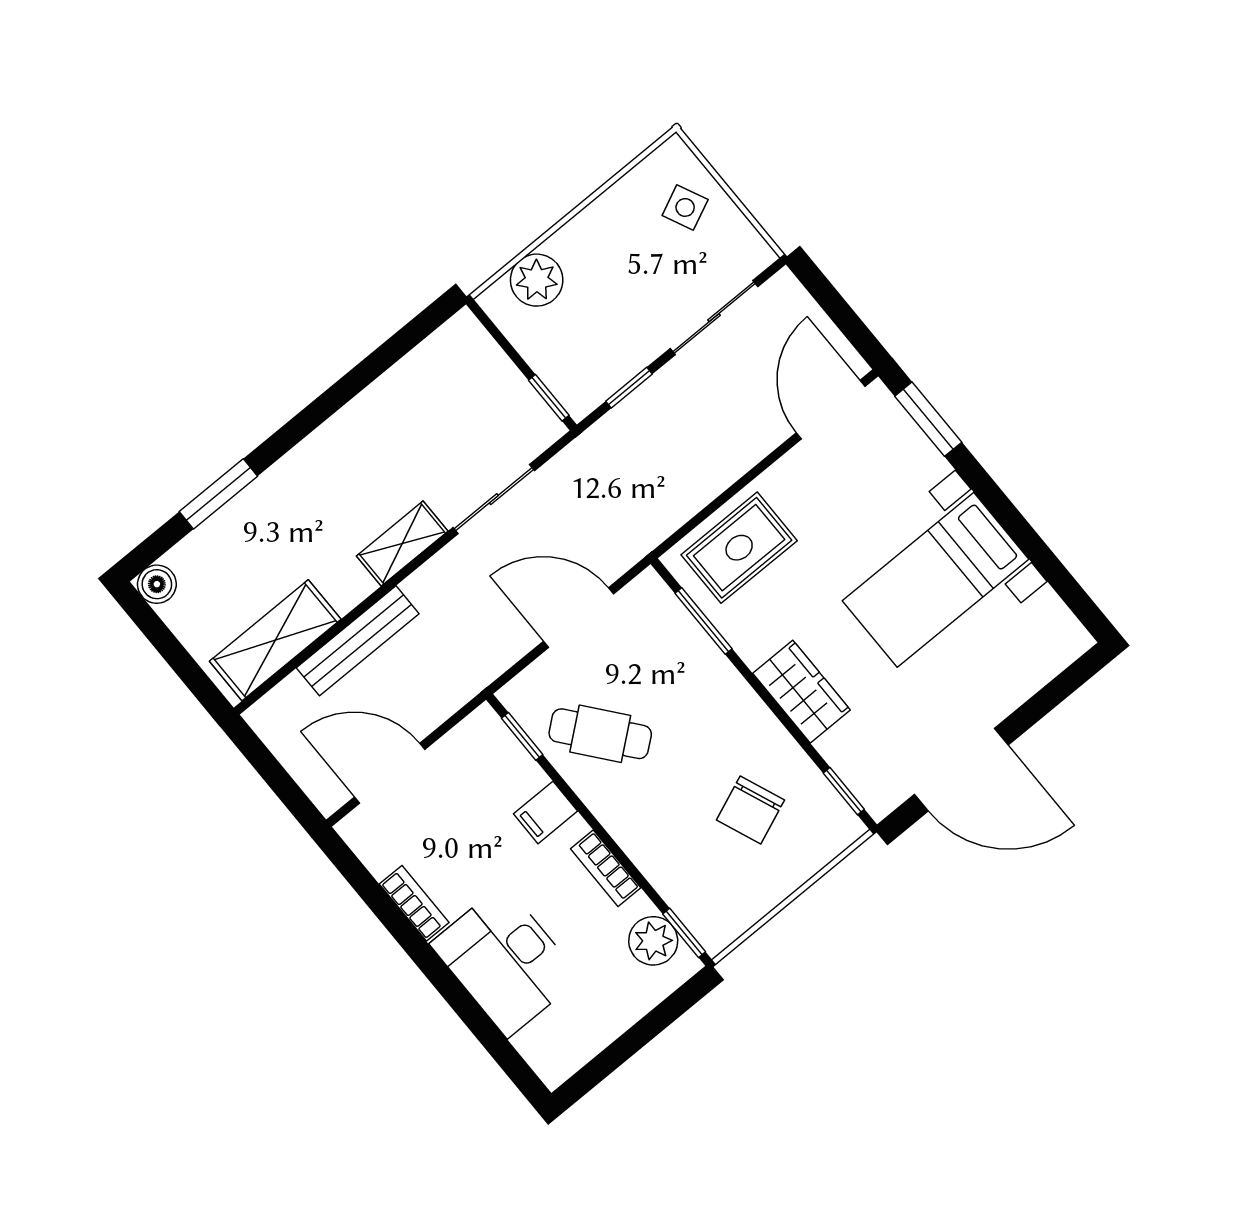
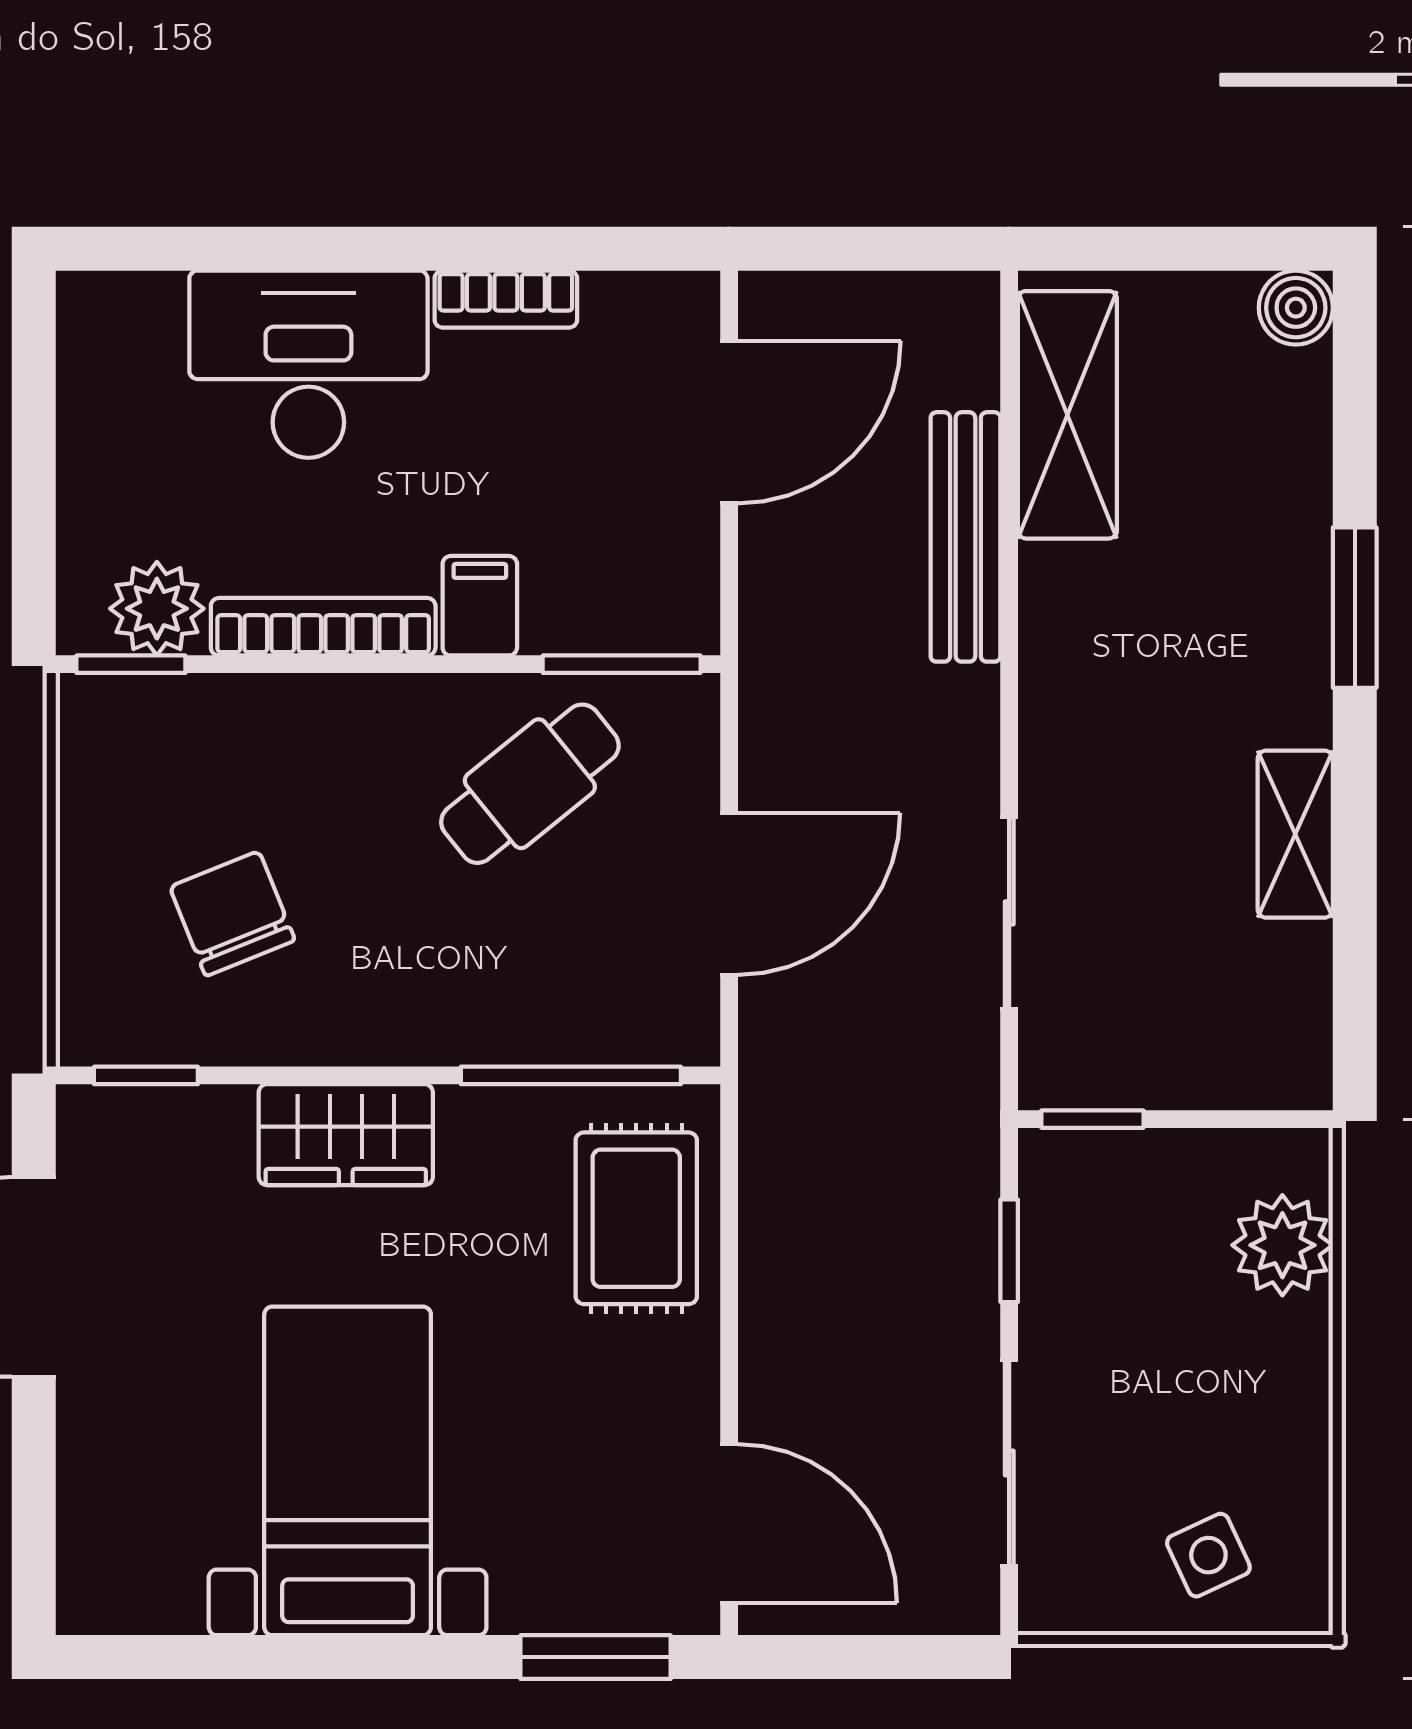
window: (218, 494) -> (1355, 608), moved
shelving: (402, 544) -> (1295, 834), moved
window: (703, 621) -> (571, 1075), width x1.44
window: (522, 736) -> (622, 664), width x1.50
bookcase: (606, 868) -> (323, 627), width x1.56

